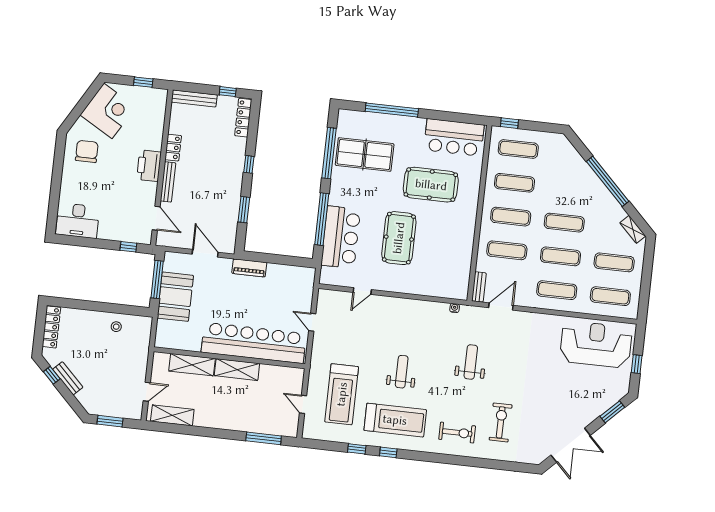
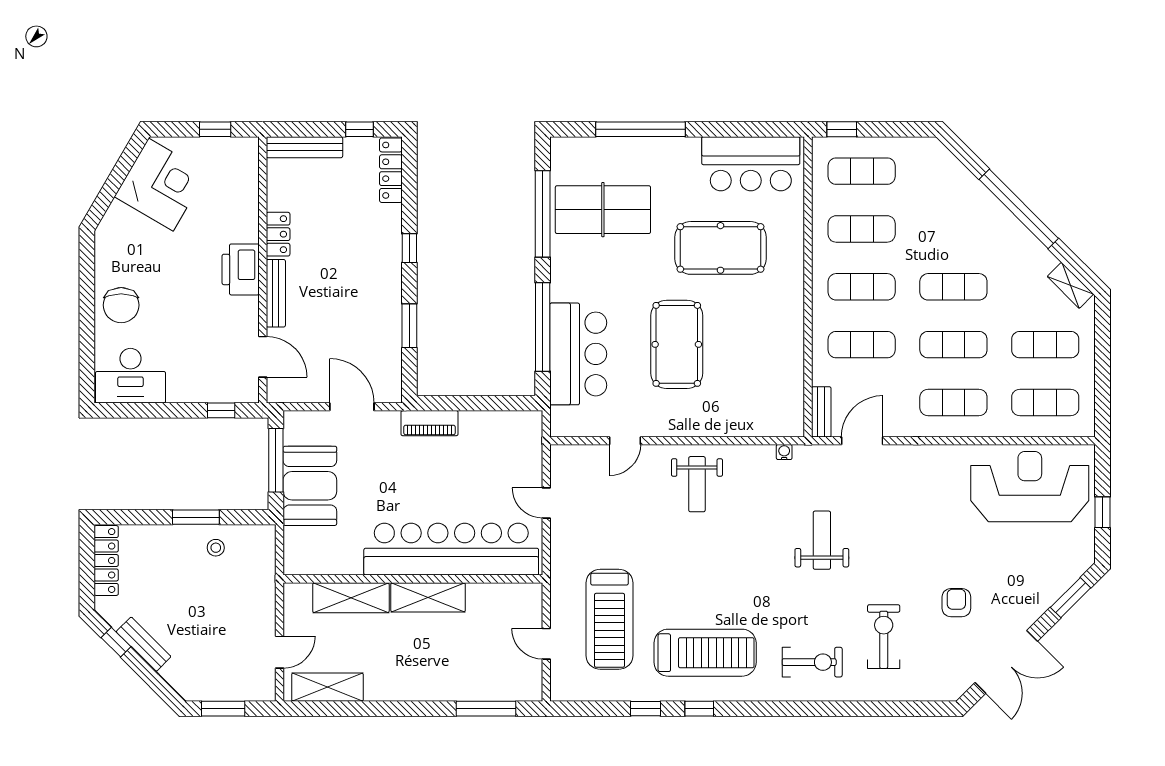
chair: (87, 151) -> (121, 305), moved, turned 180
window: (107, 307) -> (196, 517), added
weight bench: (402, 372) -> (697, 484), moved, turned 180
armchair: (545, 407) -> (956, 603), added

